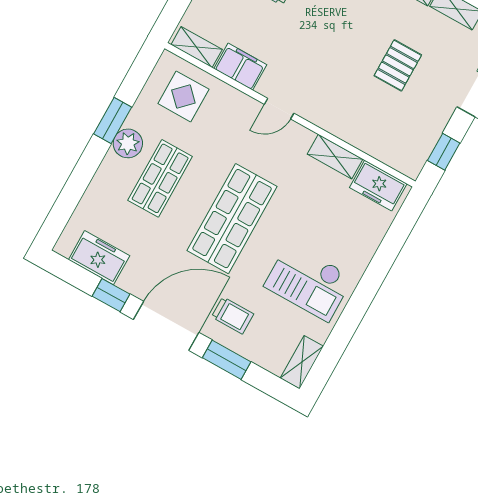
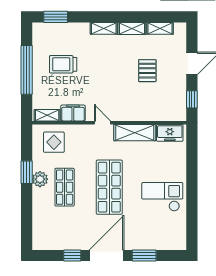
door: (279, 109) -> (103, 123), swing flipped
shelving: (335, 157) -> (135, 133), width x1.50, depth x1.33
freezer: (99, 258) -> (57, 241), removed
checkout: (309, 282) -> (162, 197), turned 180
trolley: (233, 315) -> (135, 233), removed
shelving: (302, 362) -> (180, 237), removed

